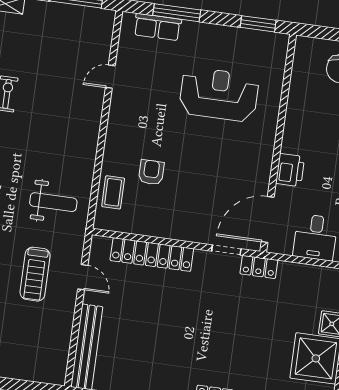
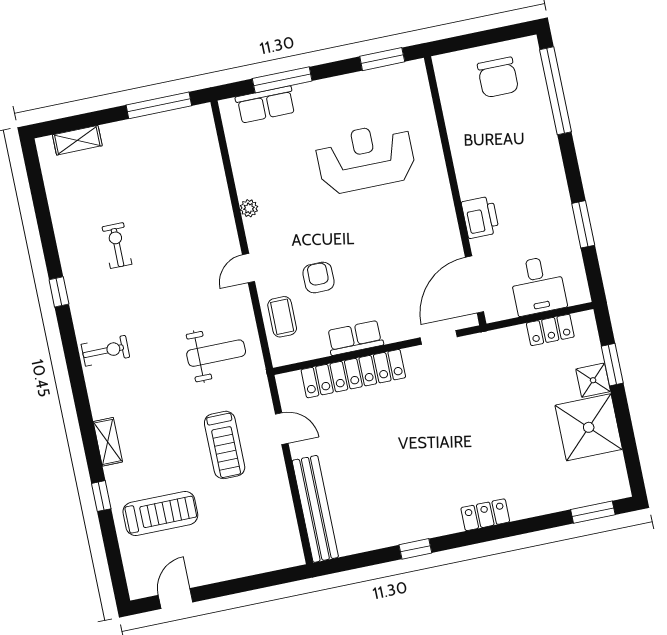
door: (110, 77) -> (248, 268), moved
plant: (117, 101) -> (249, 208), added
row of seats: (163, 228) -> (355, 338), added
locker: (259, 267) -> (550, 330), moved

